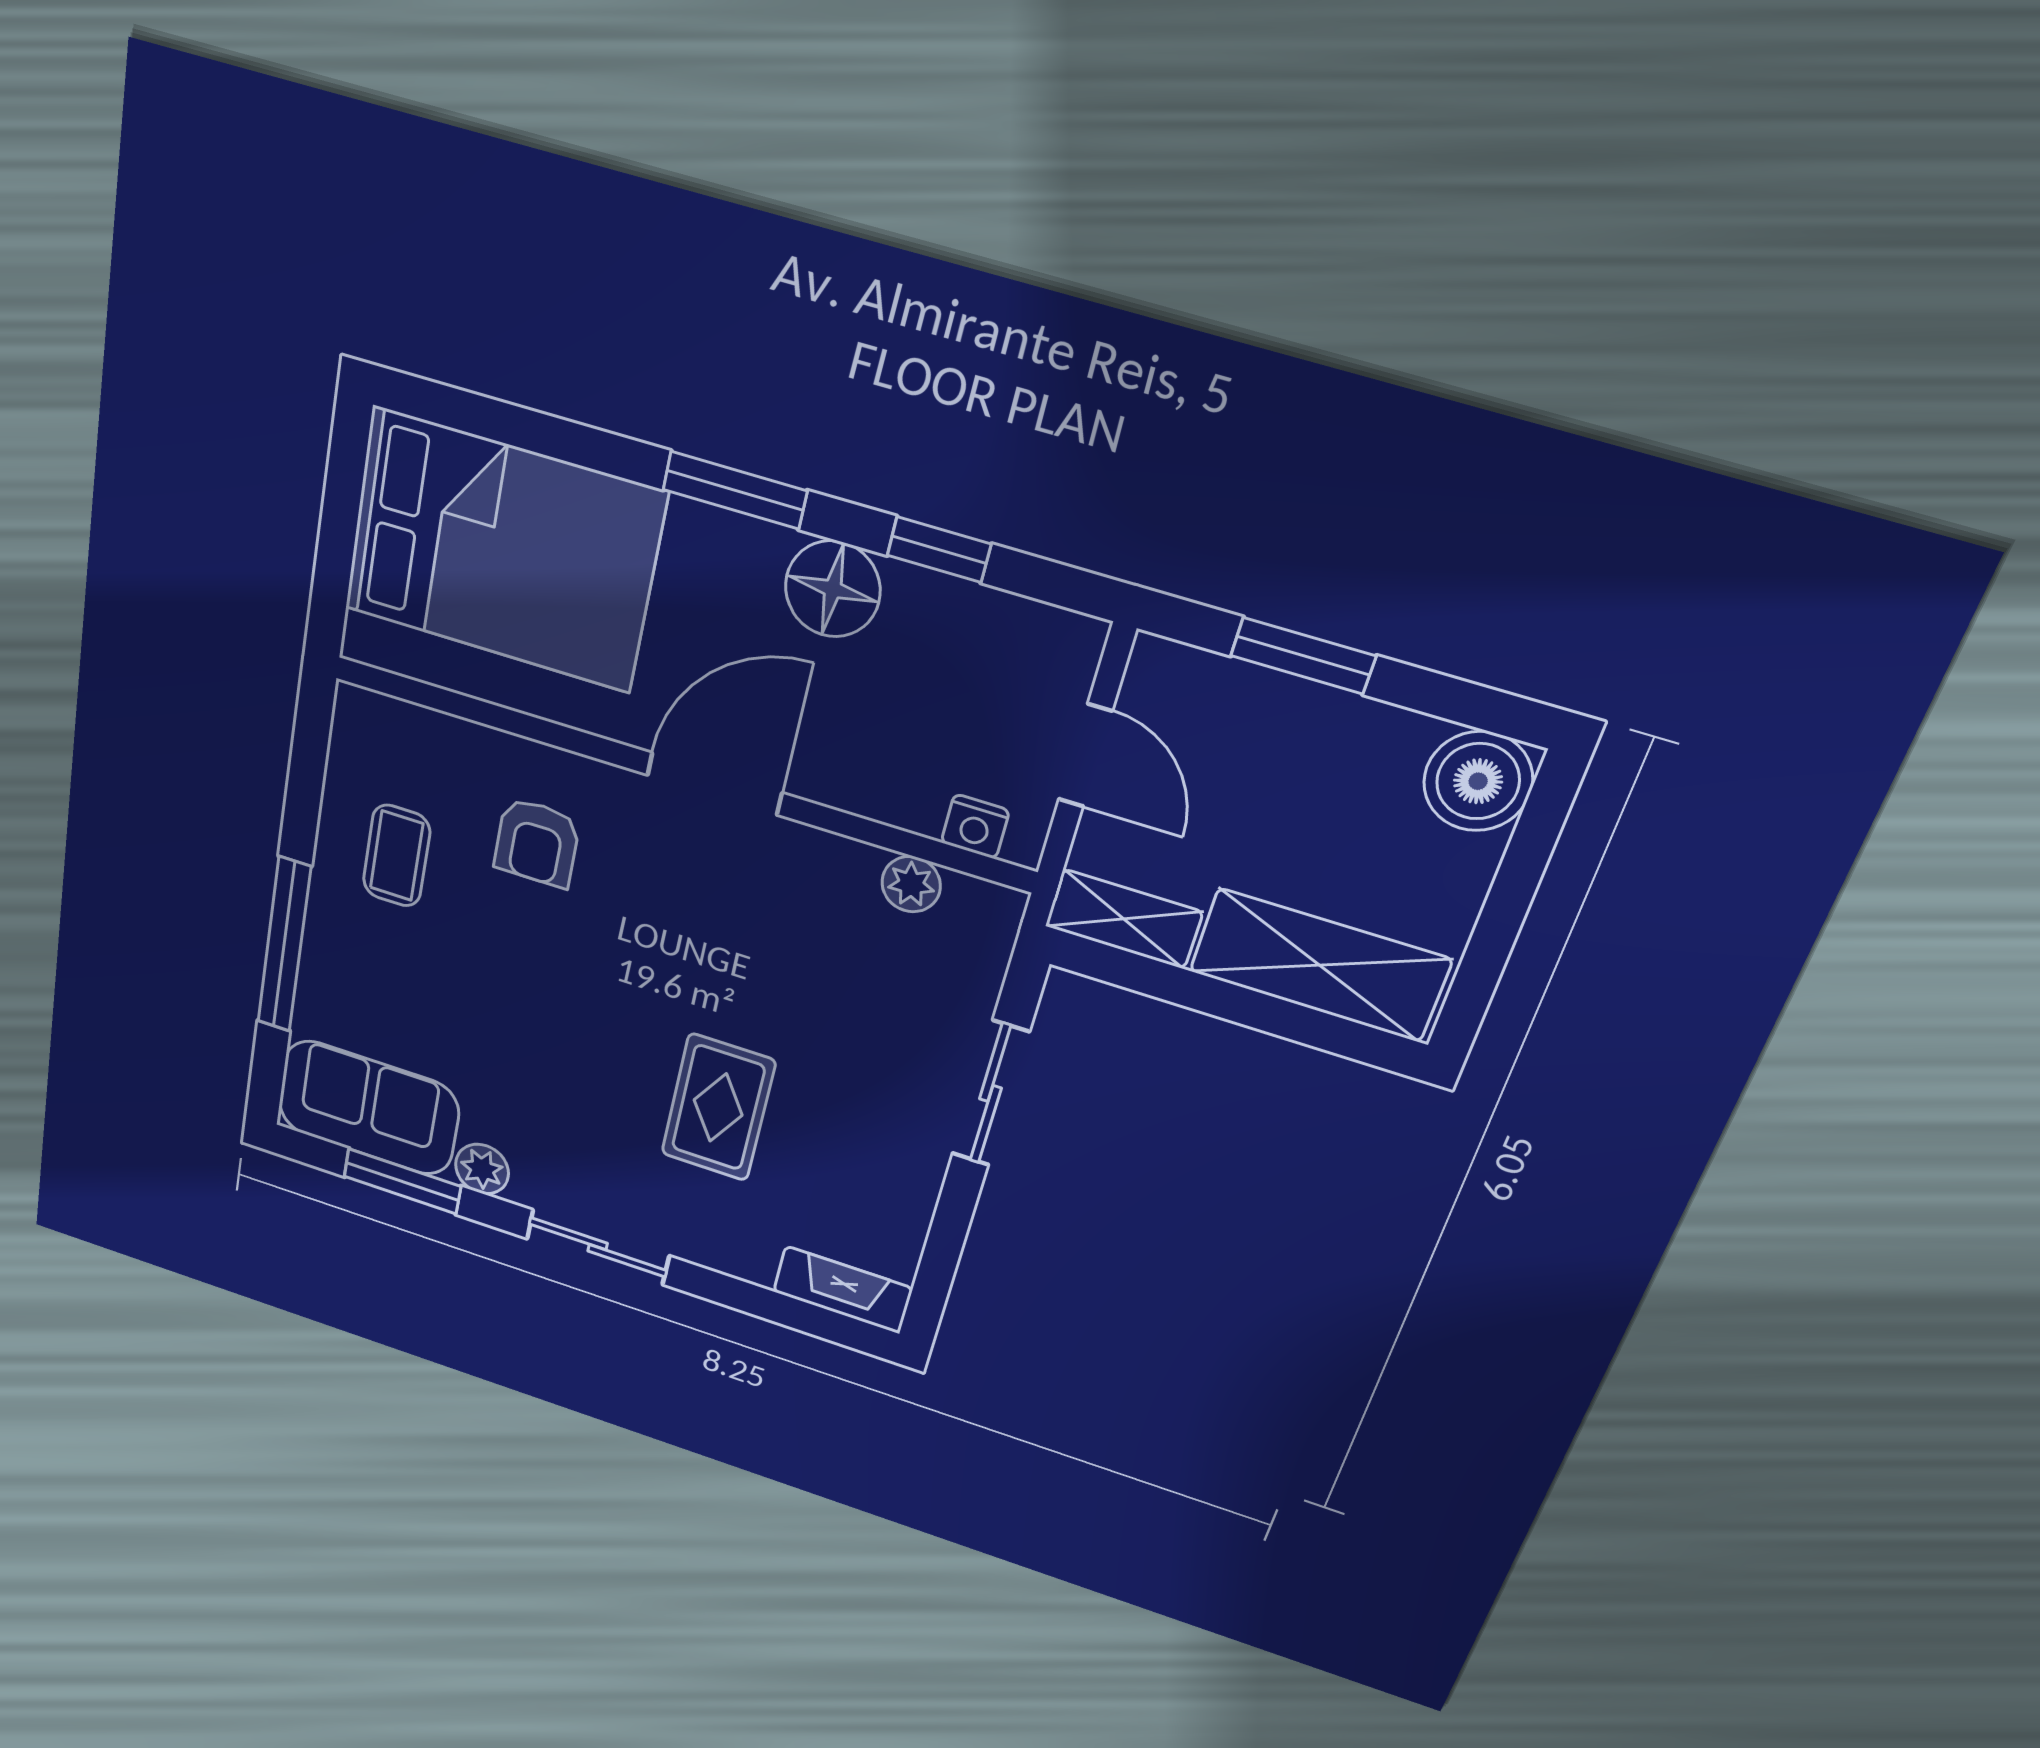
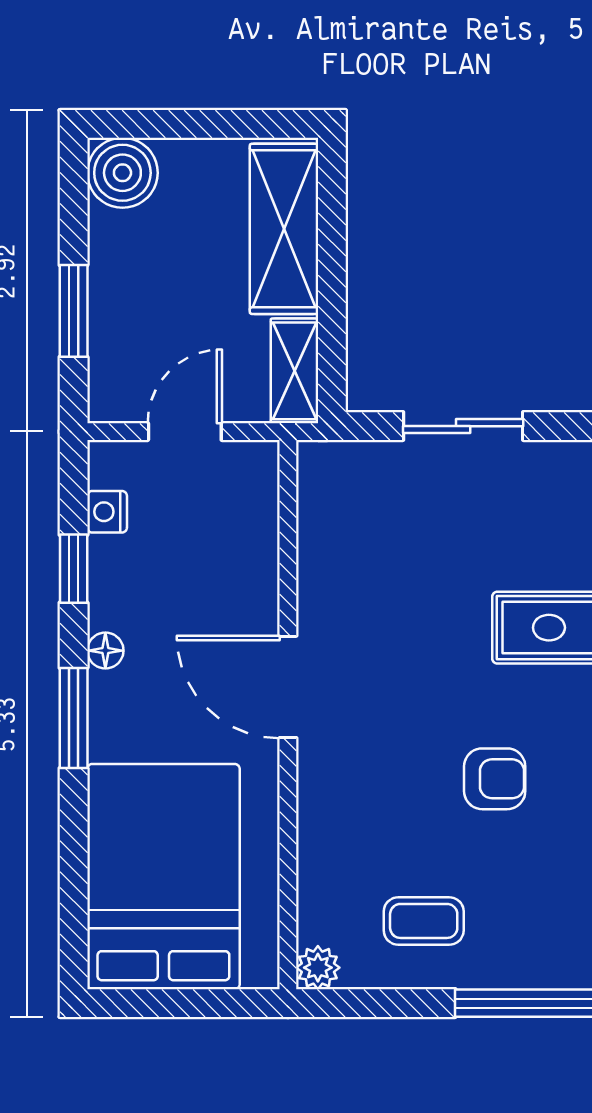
floor lamp: (833, 589) -> (105, 651), width x0.53, depth x0.53
nightstand: (975, 826) -> (107, 512), moved, turned 180
armchair: (537, 843) -> (495, 779), moved
plant: (911, 884) -> (318, 968), moved

